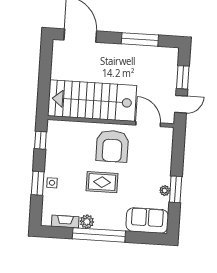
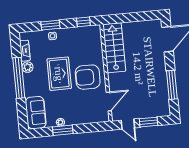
stairs: (92, 101) -> (114, 48), width x0.73, depth x0.66
rug: (102, 182) -> (59, 74), width x1.36, depth x1.43

